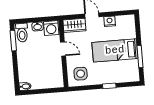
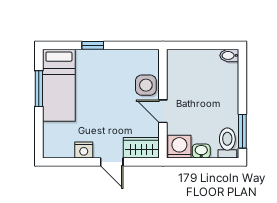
bed: (115, 50) -> (59, 85), moved, turned 90
side table: (81, 74) -> (146, 85), moved

